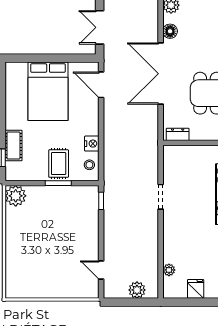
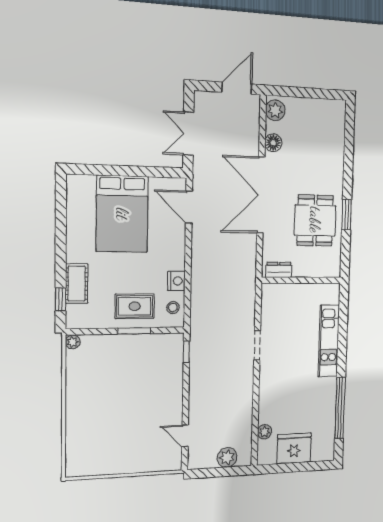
rug: (59, 164) -> (135, 306), turned 90
plant: (16, 196) -> (73, 342), width x0.53, depth x0.53
fridge: (196, 289) -> (294, 448), width x1.88, depth x1.34

